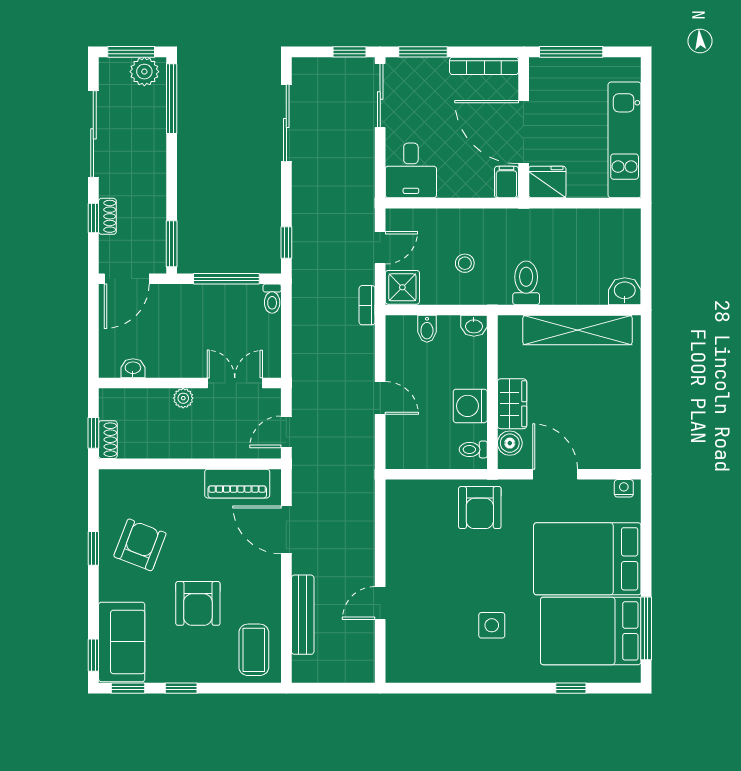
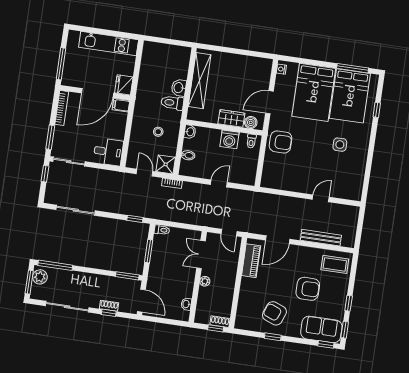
window: (226, 279) -> (149, 251), width x0.69
washbasin: (625, 291) -> (179, 88), moved
door: (380, 603) -> (321, 198), swing flipped

